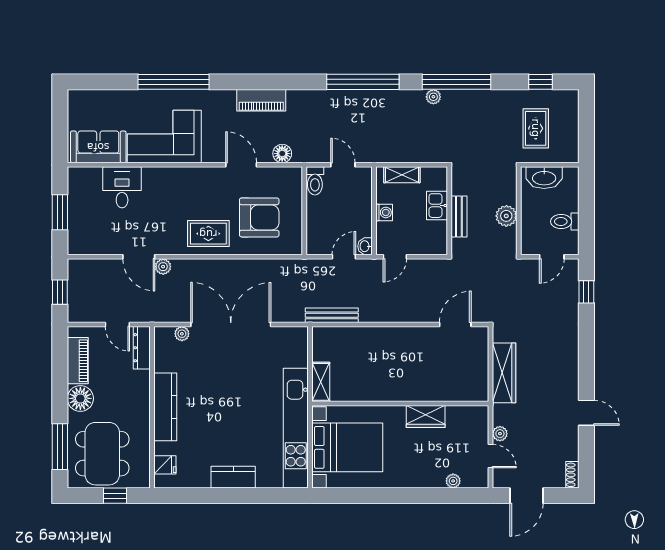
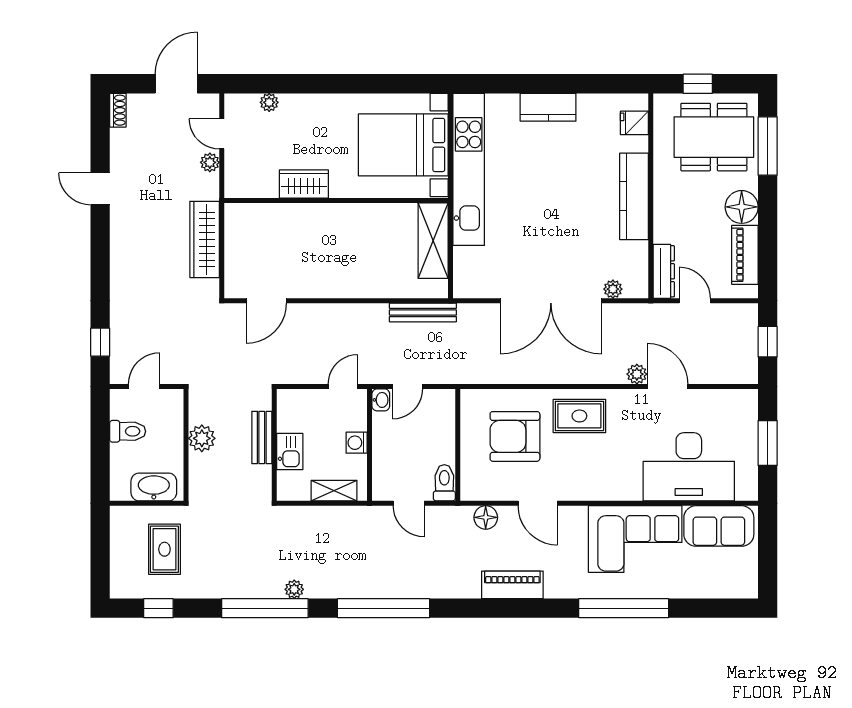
desk: (122, 187) -> (689, 467), width x1.87, depth x1.30
shelving: (321, 382) -> (433, 241), width x1.50, depth x1.33
dining table: (102, 454) -> (714, 137), turned 90

